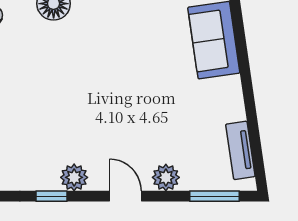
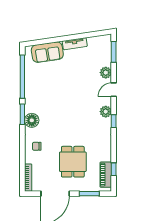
tv unit: (240, 150) -> (75, 44), moved

